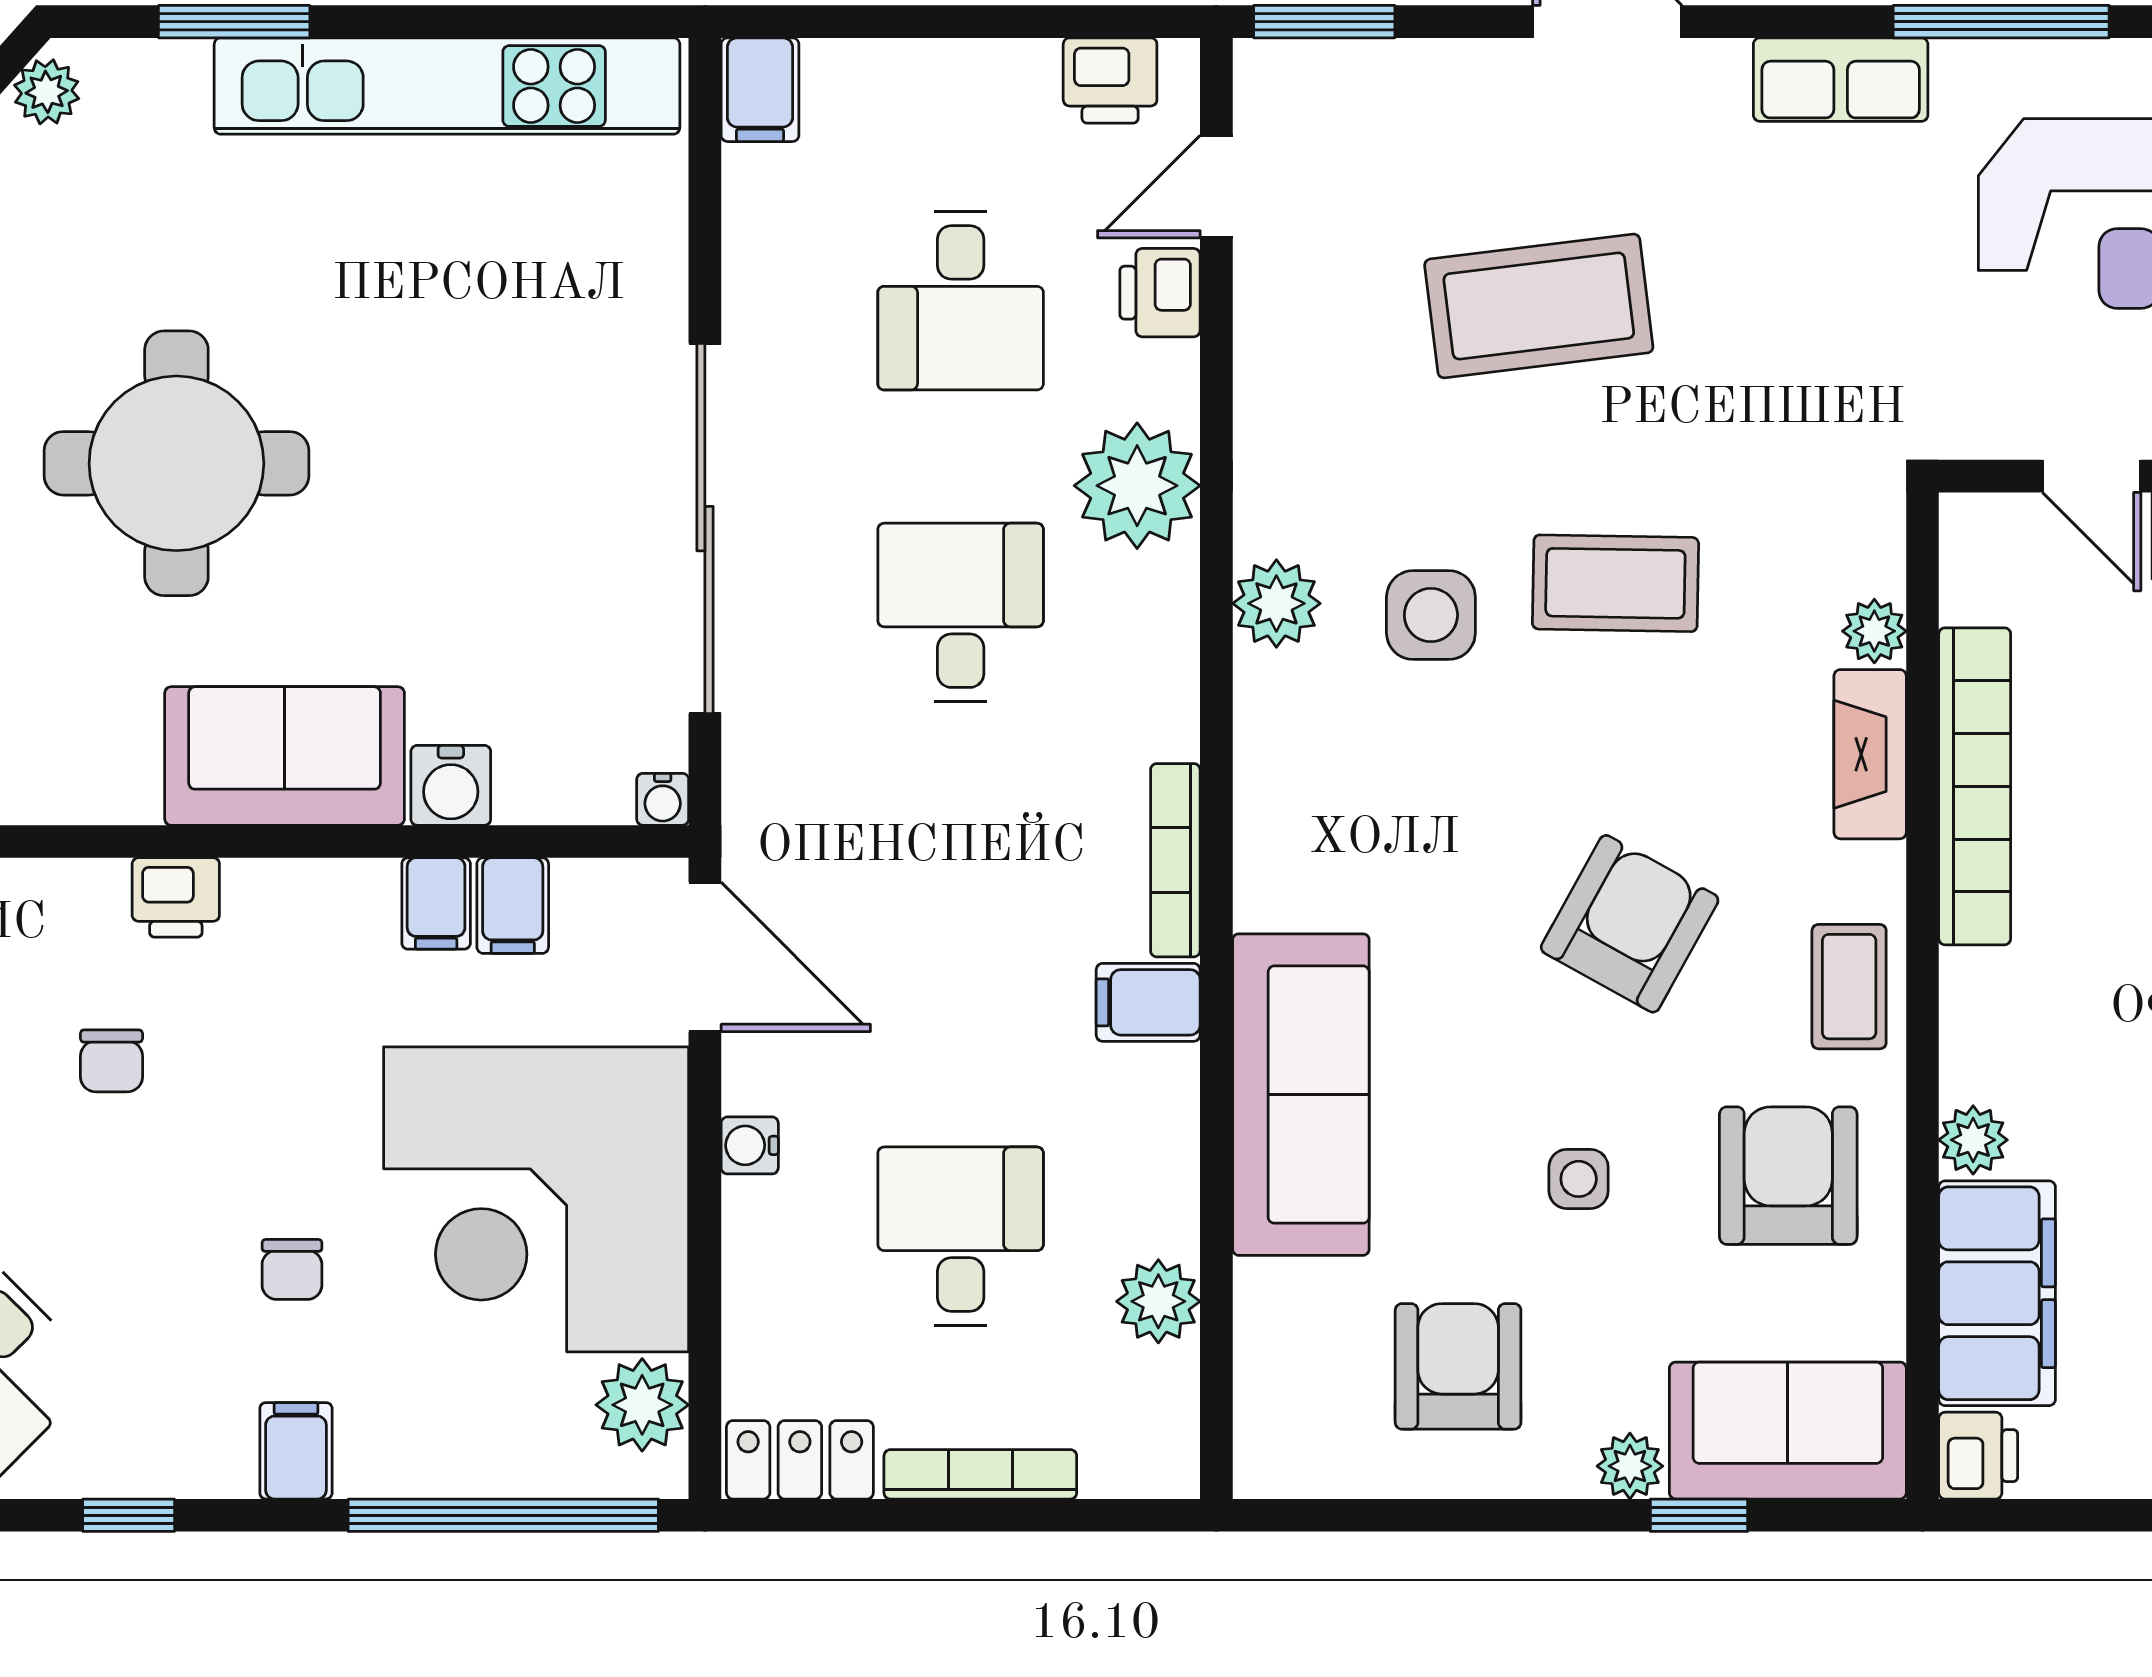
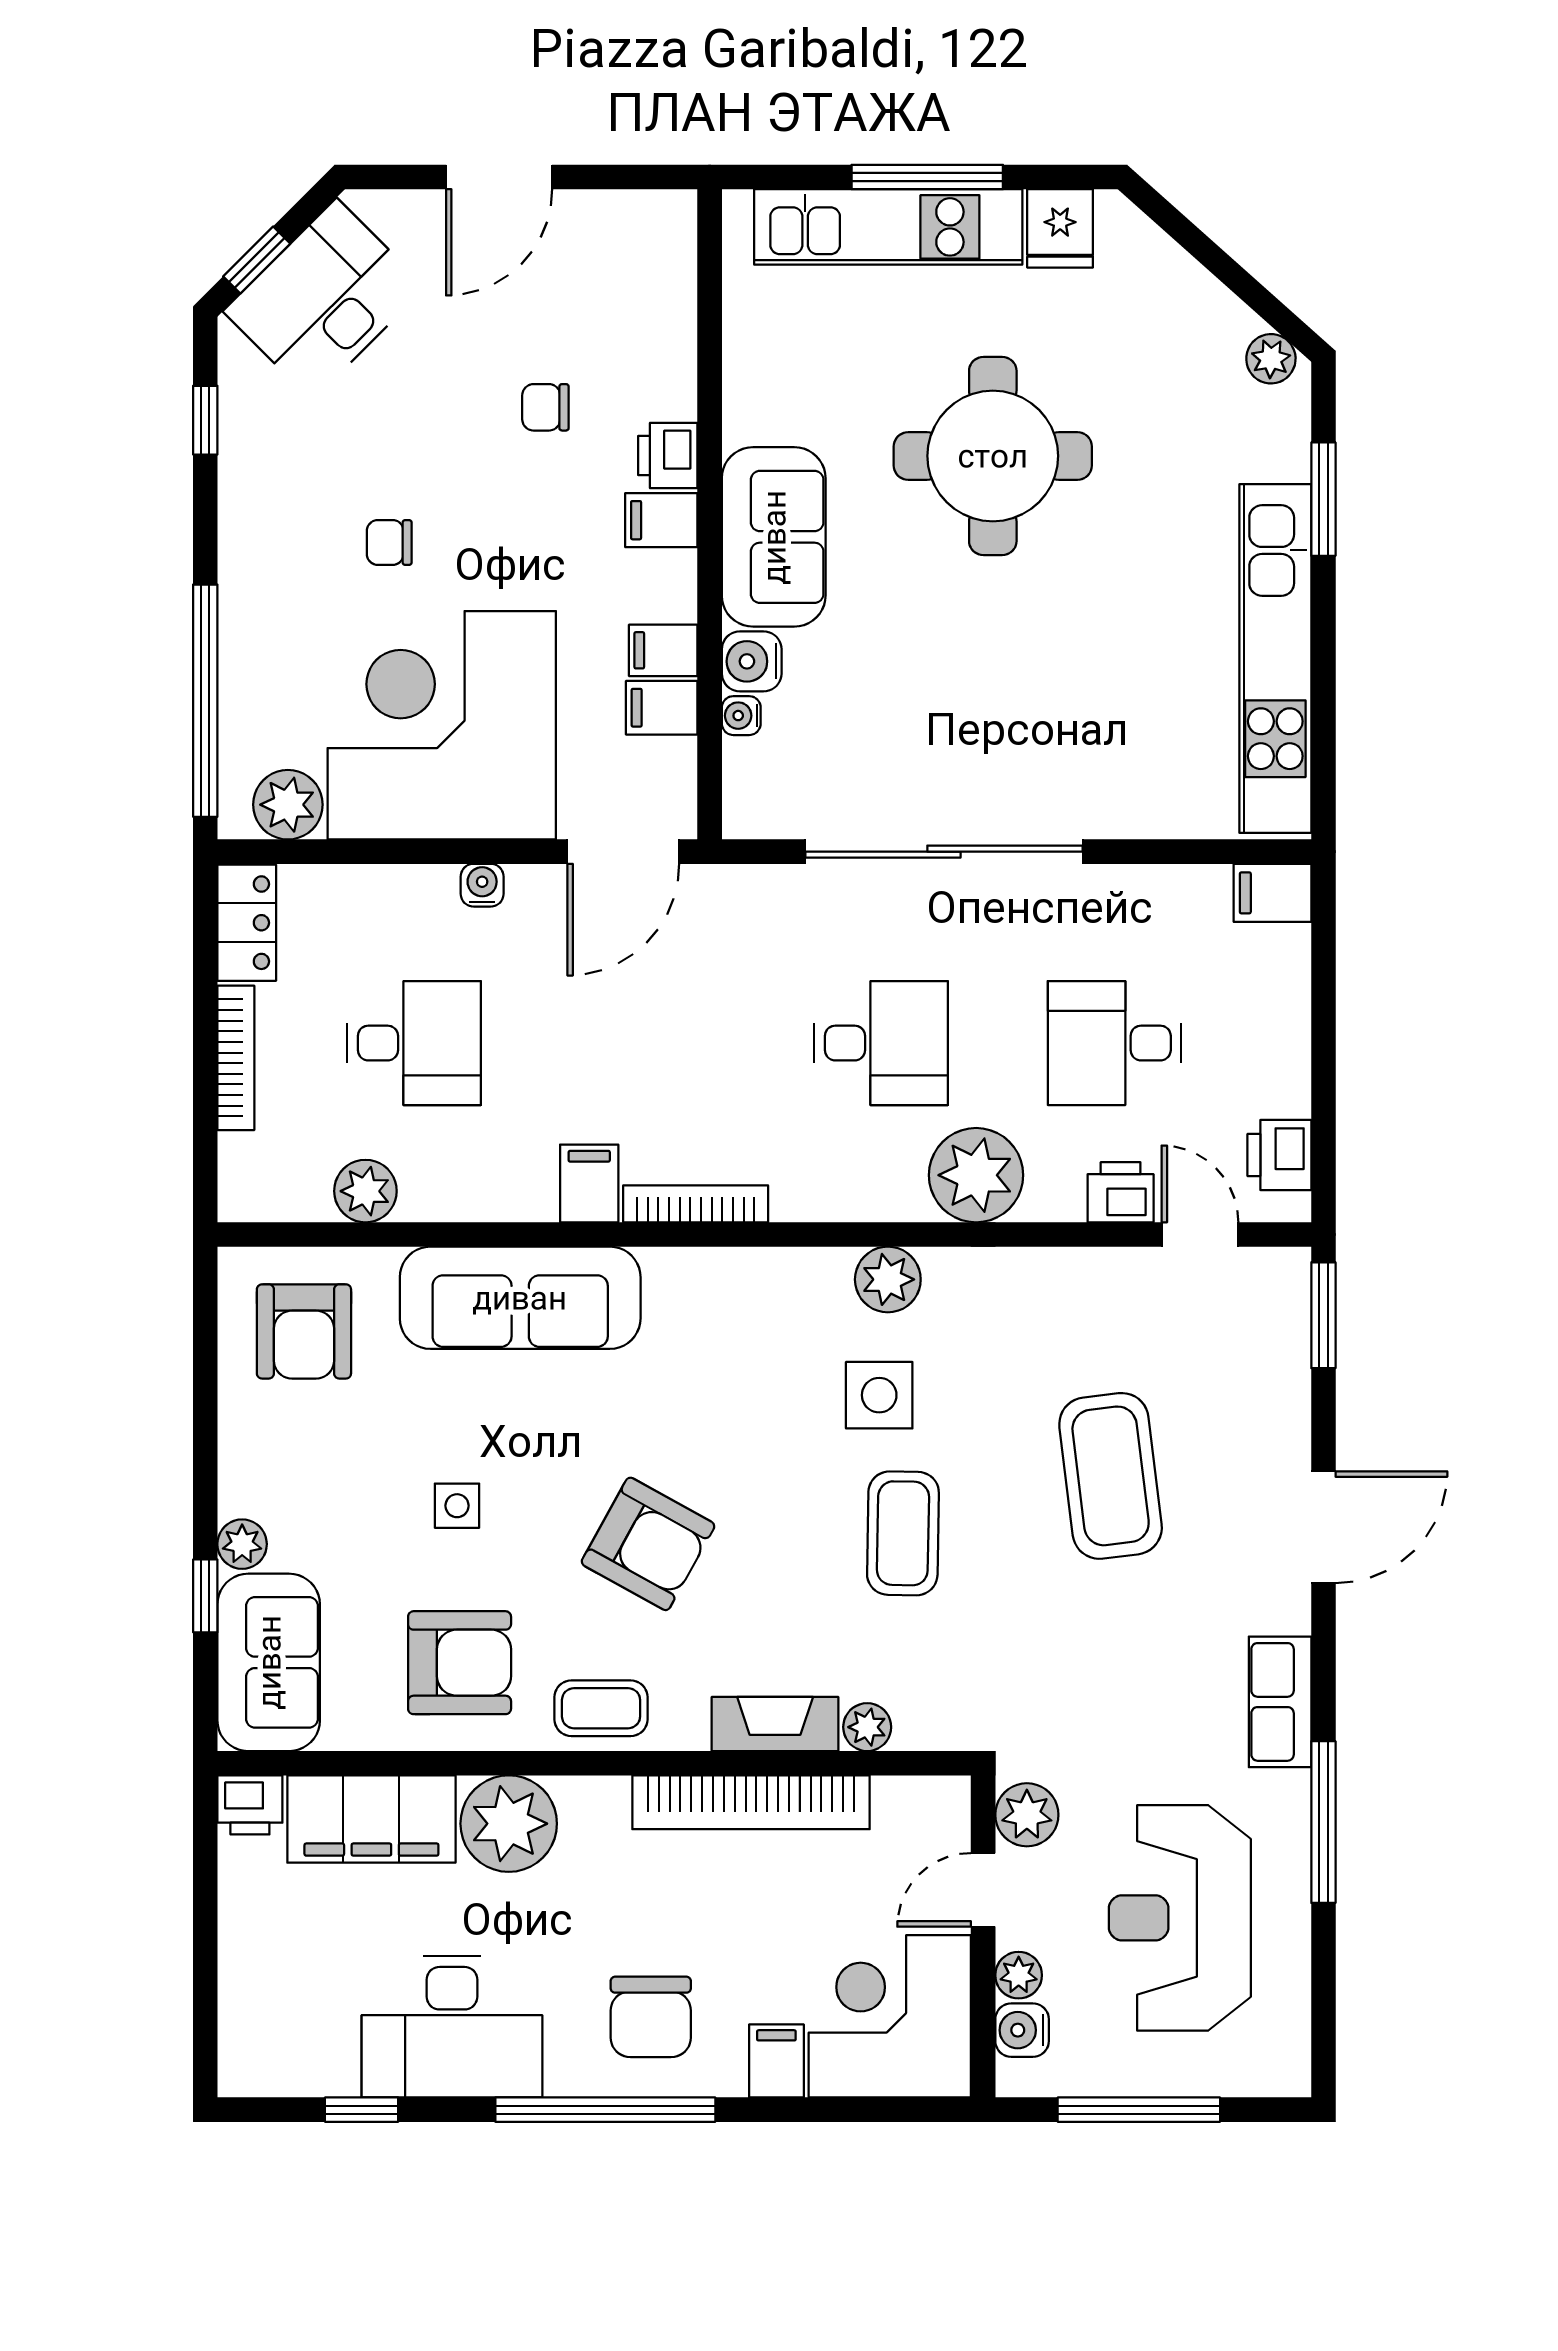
plant: (1991, 418) -> (1027, 1815), added
water cooler: (663, 799) -> (741, 716), moved
plant: (1973, 1140) -> (509, 1824), width x1.88, depth x1.88
armchair: (1458, 1366) -> (304, 1331), moved, turned 90
filing cabinet: (296, 1451) -> (661, 520), moved, turned 180

